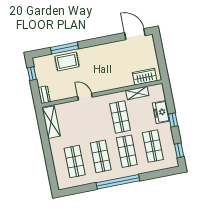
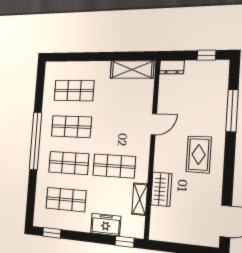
rug: (67, 61) -> (199, 154), moved
wardrobe: (145, 77) -> (161, 189), moved
window: (173, 120) -> (125, 242), moved

